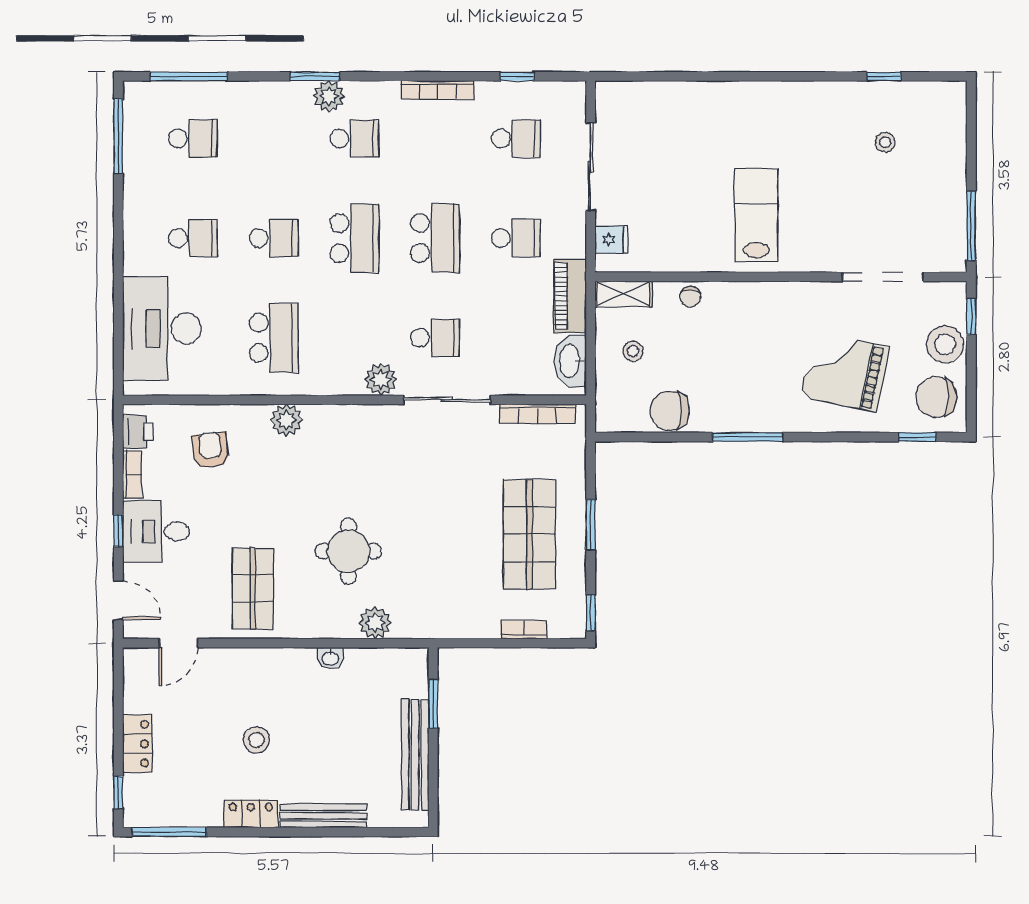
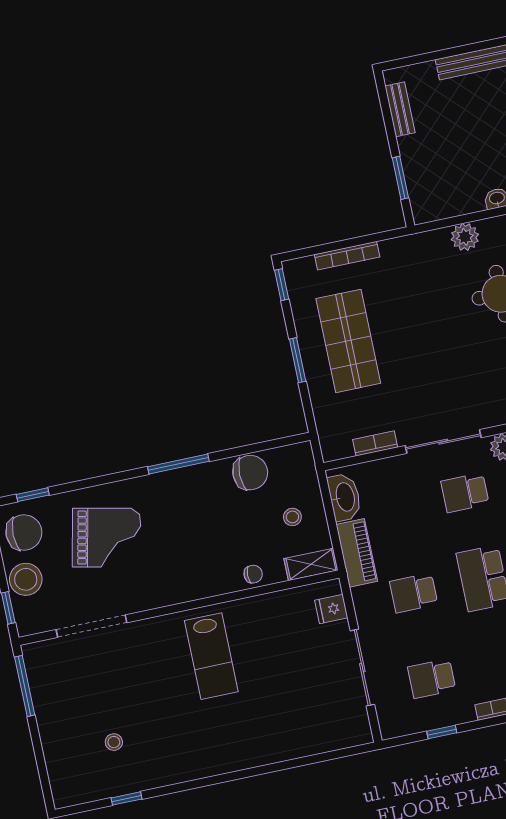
chair: (690, 297) -> (253, 574), turned 90
bookcase: (537, 414) -> (375, 443), width x0.64
bookcase: (524, 630) -> (347, 256), width x1.56
bench: (415, 755) -> (400, 109), width x0.54, depth x0.82

